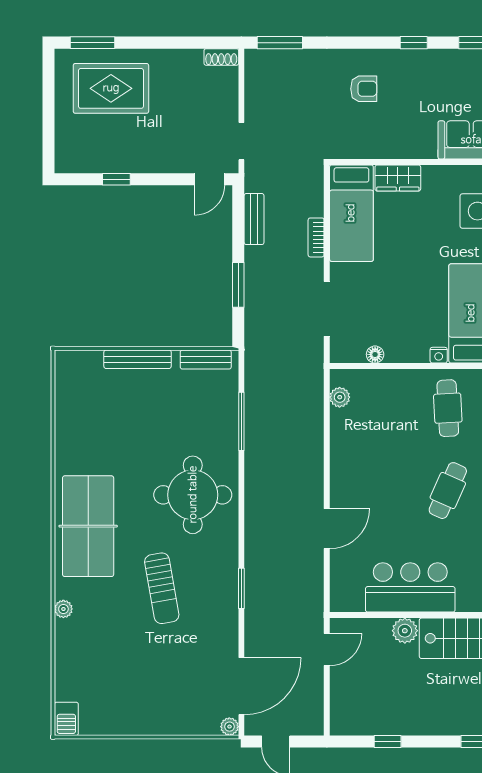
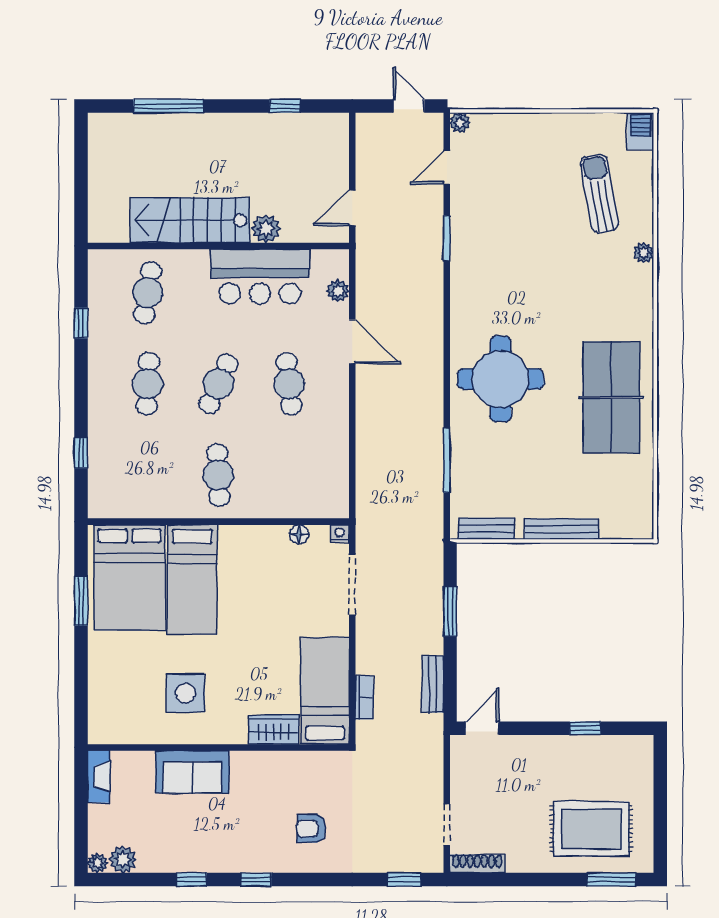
window: (280, 43) -> (404, 879), width x0.67
shoe rack: (221, 57) -> (477, 864), width x1.43
doorway: (241, 141) -> (447, 825), moved
bookcase: (316, 237) -> (364, 698), moved
nightstand: (439, 355) -> (340, 534), moved
plant: (340, 397) -> (338, 291), moved
cafe table: (384, 491) -> (289, 384), added
table tennis table: (88, 526) -> (611, 397), moved
door: (327, 529) -> (352, 342), swing flipped
sun lounger: (162, 588) -> (599, 193), moved
window: (241, 588) -> (447, 238), moved
door: (241, 686) -> (447, 167), width x0.53

